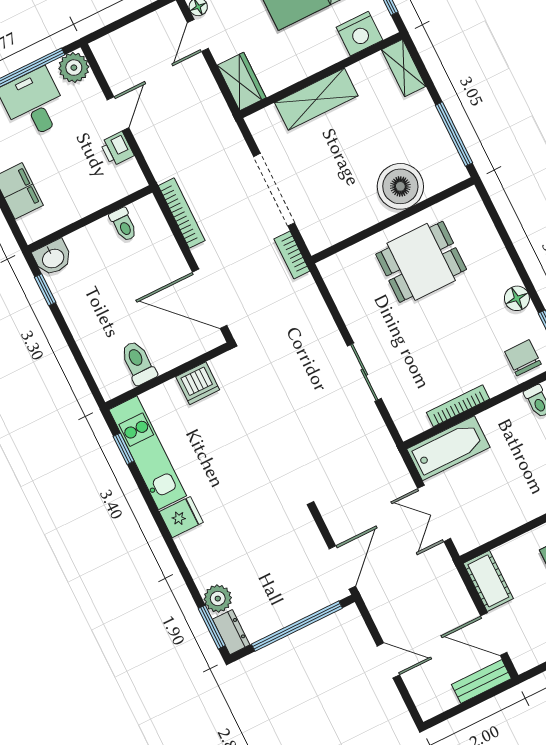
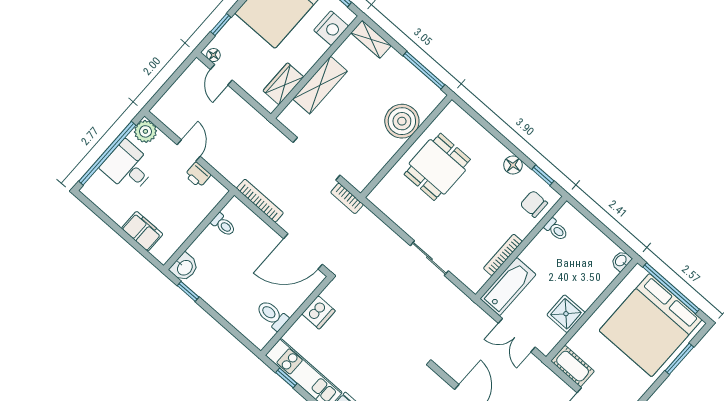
wardrobe: (242, 81) -> (283, 84), moved, turned -90
shower: (507, 512) -> (566, 314), added

